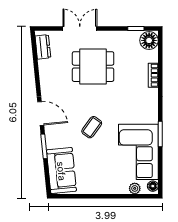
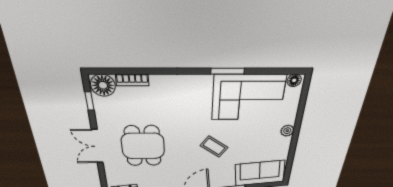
double door: (80, 28) -> (97, 146), moved
bookcase: (153, 75) -> (132, 80), moved
plant: (135, 188) -> (287, 131), moved

